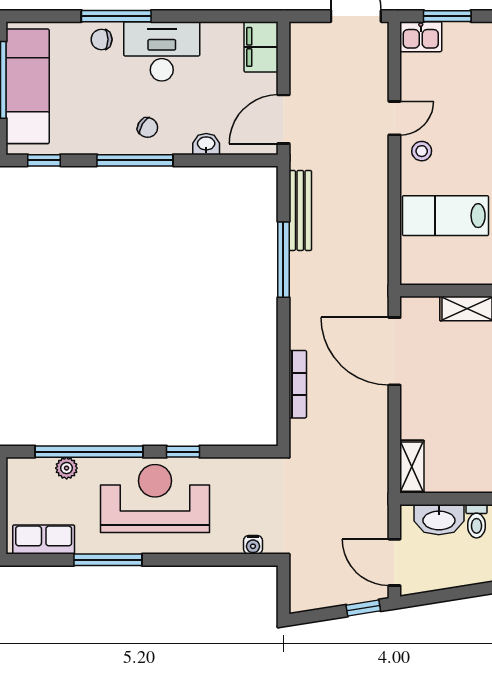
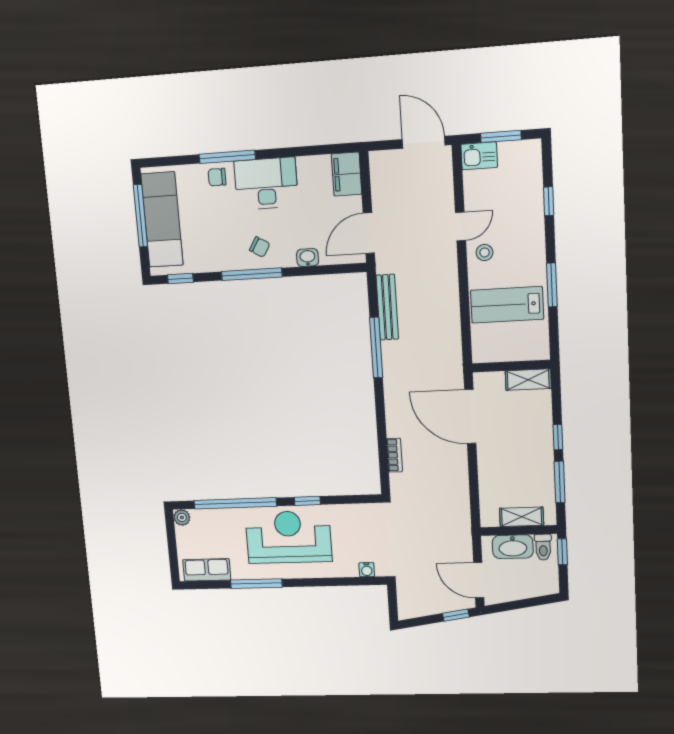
bookcase: (298, 384) -> (394, 455), width x0.64
shelving: (412, 467) -> (522, 517), moved, turned 90
plant: (67, 468) -> (182, 517), moved

